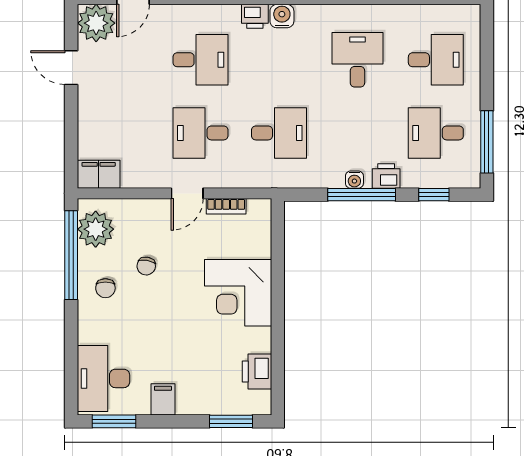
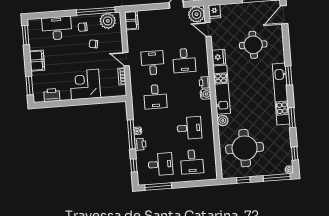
desk: (436, 133) -> (160, 164), turned 90
desk: (103, 378) -> (57, 28), moved
filing cabinet: (163, 399) -> (37, 61), width x2.00

